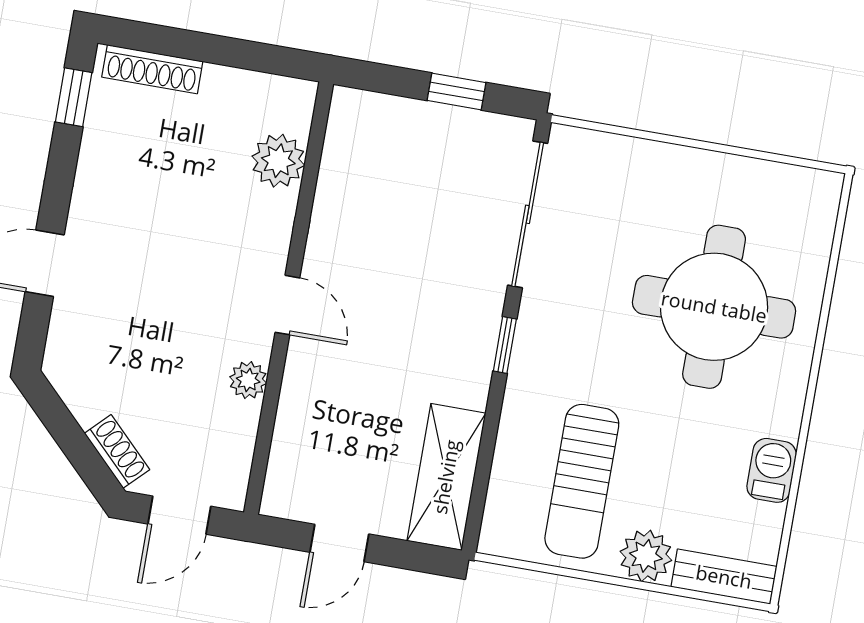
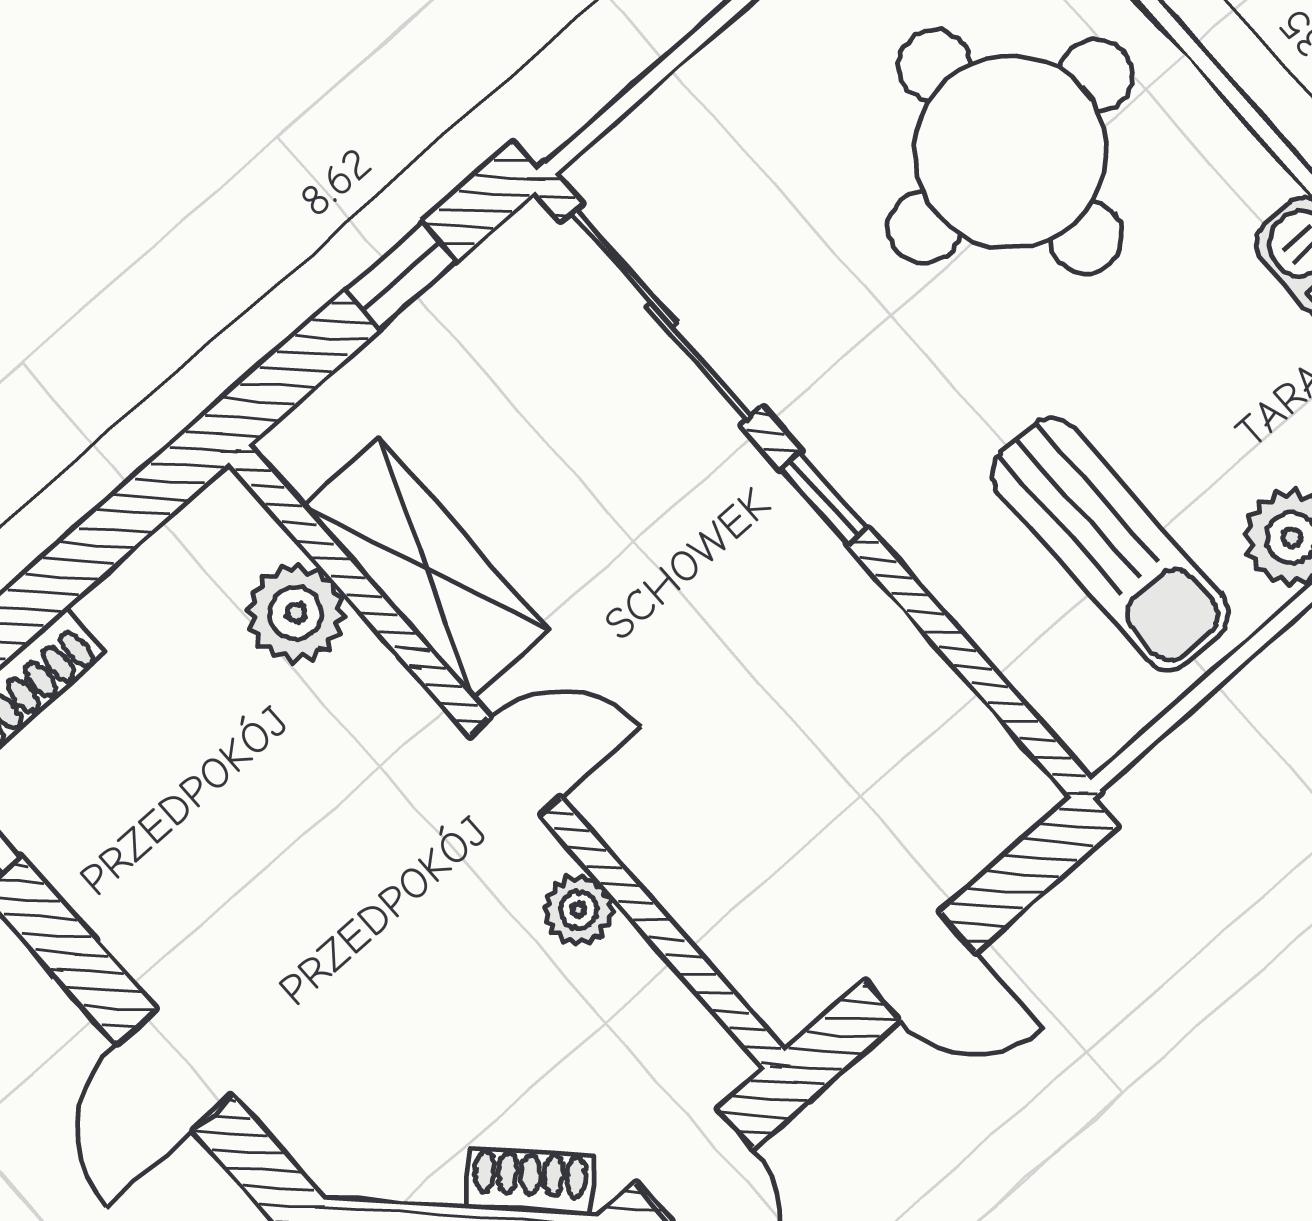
shelving: (446, 477) -> (426, 568), moved
door: (339, 543) -> (919, 966), hinge flipped

